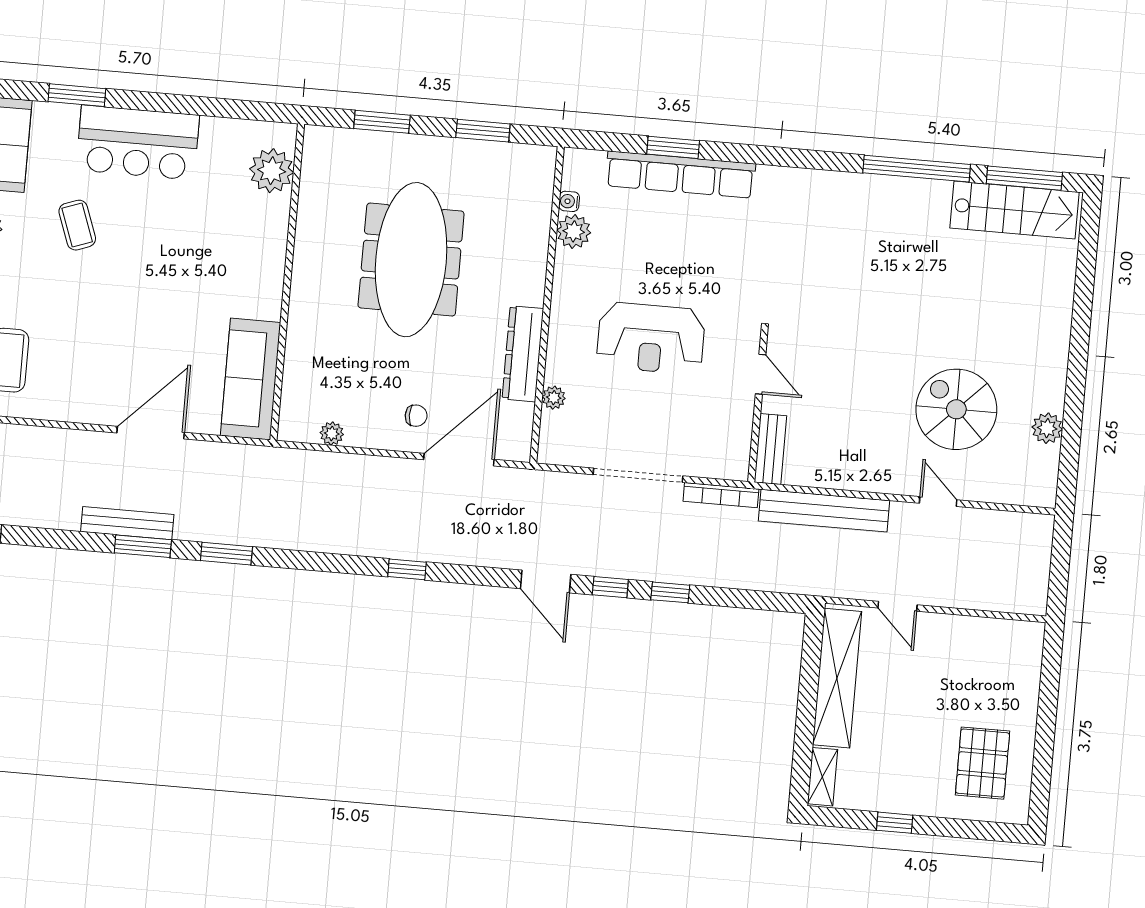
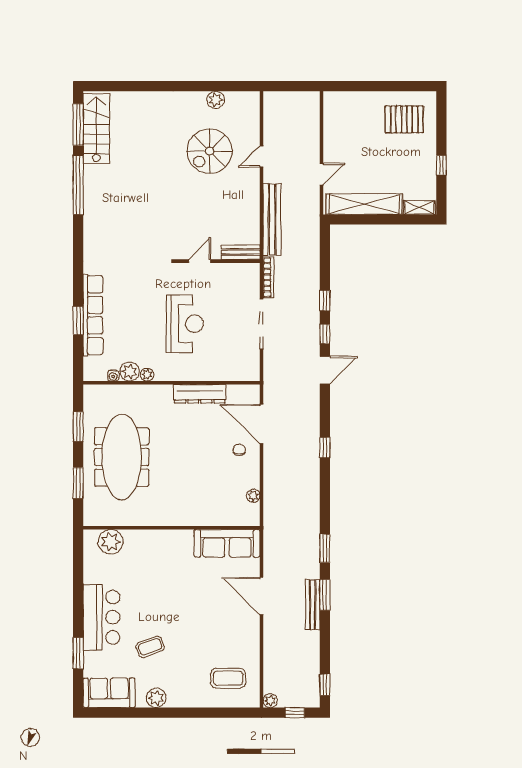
meeting table: (411, 260) -> (122, 457), moved, turned 90
plant: (554, 398) -> (147, 375), moved

